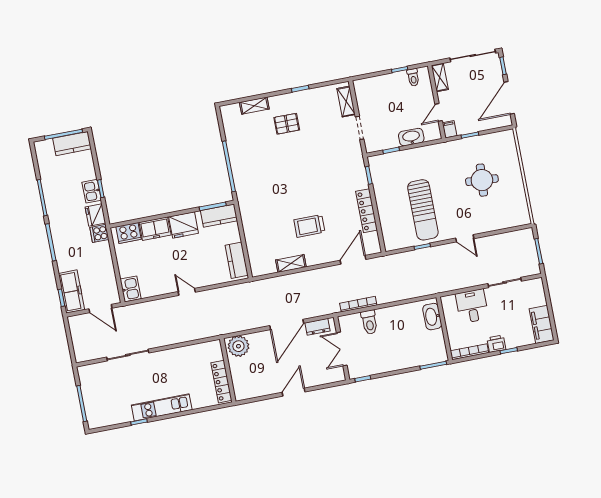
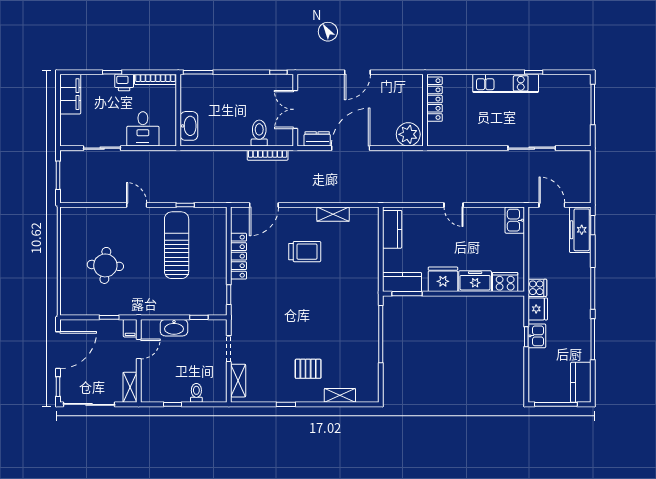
toilet: (413, 77) -> (196, 393), moved
kitchen counter: (72, 144) -> (581, 382), moved, turned -90
double door: (342, 349) -> (295, 109), swing flipped

